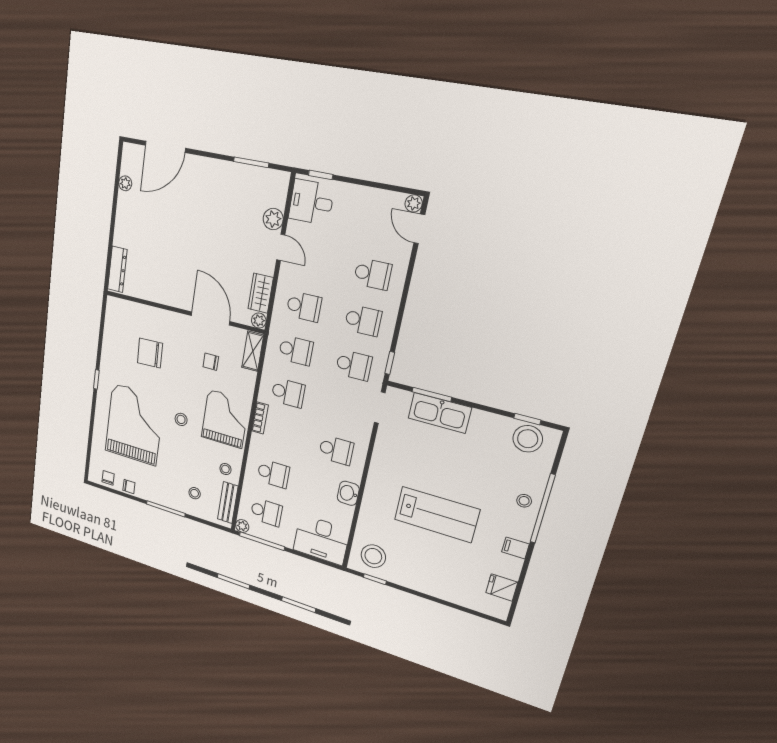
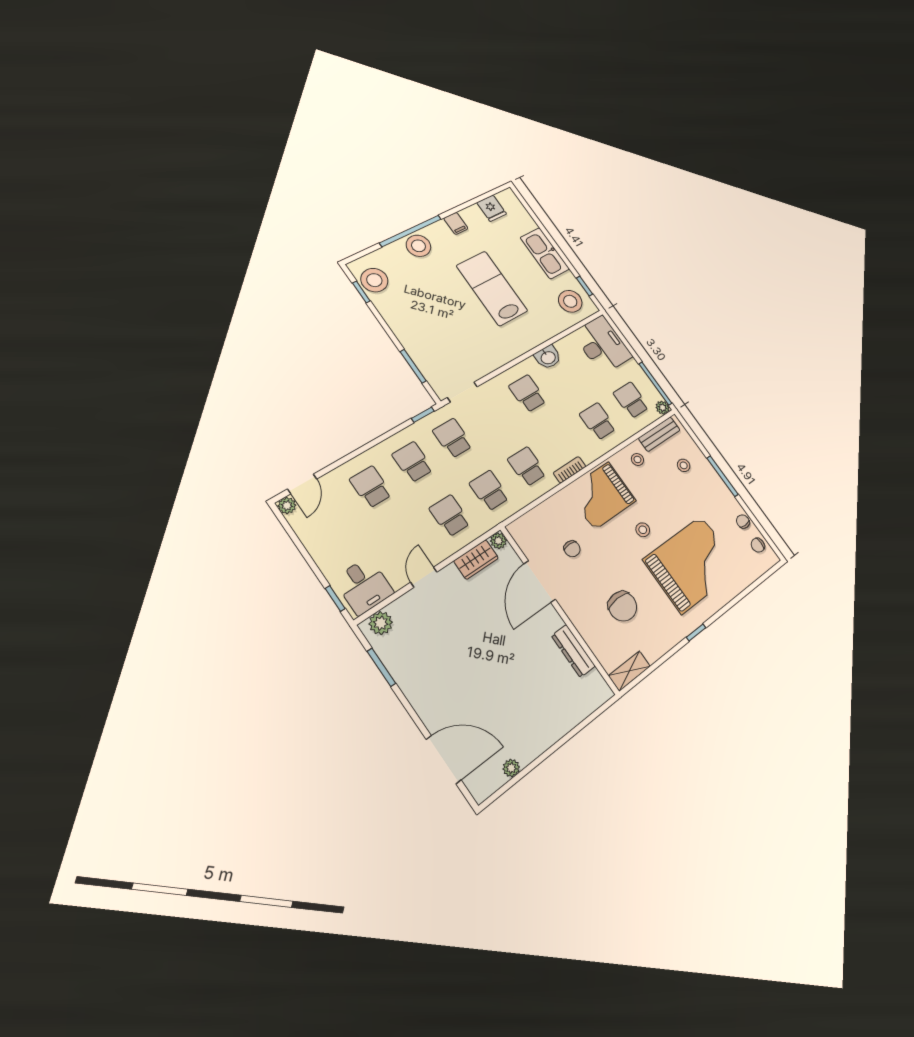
plant: (273, 219) -> (381, 623), moved
dresser: (117, 269) -> (573, 651), moved, turned -90
shelving: (253, 351) -> (629, 671), moved
kitchen sink: (440, 413) -> (545, 253), moved, turned 180
grand piano: (134, 425) -> (692, 564), turned 180
stool: (524, 501) -> (418, 246), width x1.89, depth x1.89

